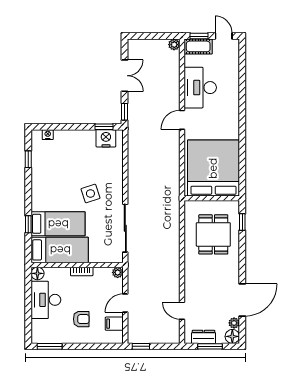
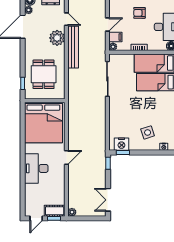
door: (224, 36) -> (36, 218), hinge flipped
double door: (125, 76) -> (108, 200), moved
desk: (200, 88) -> (36, 168), moved, turned 180
side table: (90, 193) -> (148, 132), moved
bench: (173, 272) -> (73, 47), added
plant: (195, 285) -> (57, 38), added
filing cabinet: (114, 324) -> (115, 37), moved

